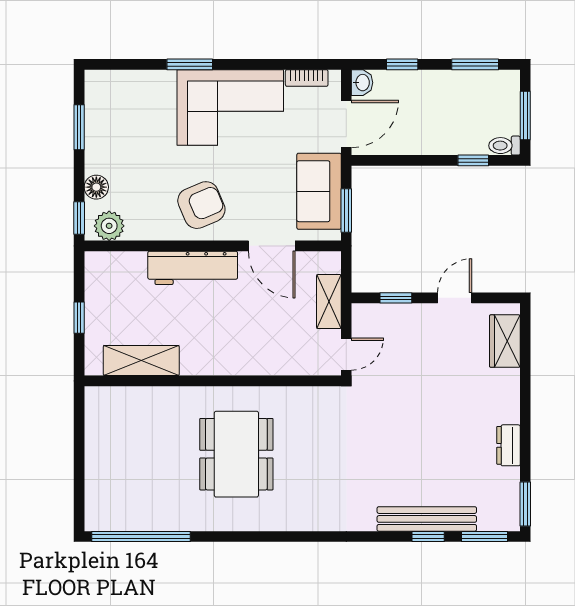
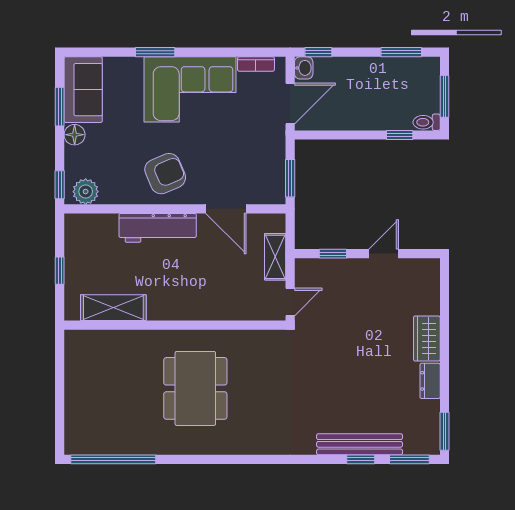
window: (402, 64) -> (318, 52), moved
floor lamp: (96, 187) -> (75, 135), moved
sofa: (319, 191) -> (83, 90), moved, turned 180
wardrobe: (505, 341) -> (427, 339), moved

